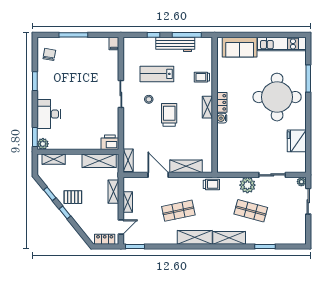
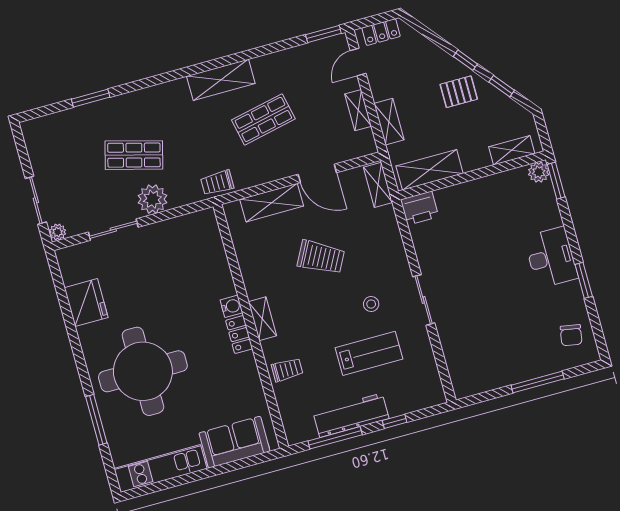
filing cabinet: (114, 44) -> (461, 387), removed
desk: (49, 114) -> (551, 258), moved
trolley: (169, 115) -> (321, 257), moved, turned -62
shelving: (229, 238) -> (159, 96), removed

